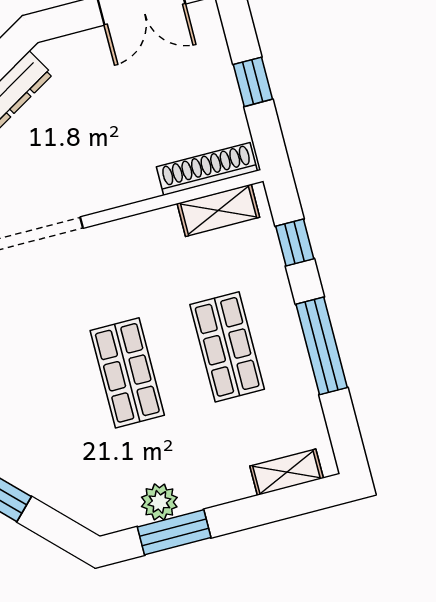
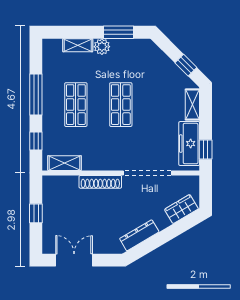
shoe rack: (207, 169) -> (100, 182), moved
shelving: (287, 472) -> (78, 45), moved
plant: (159, 502) -> (102, 47), moved

